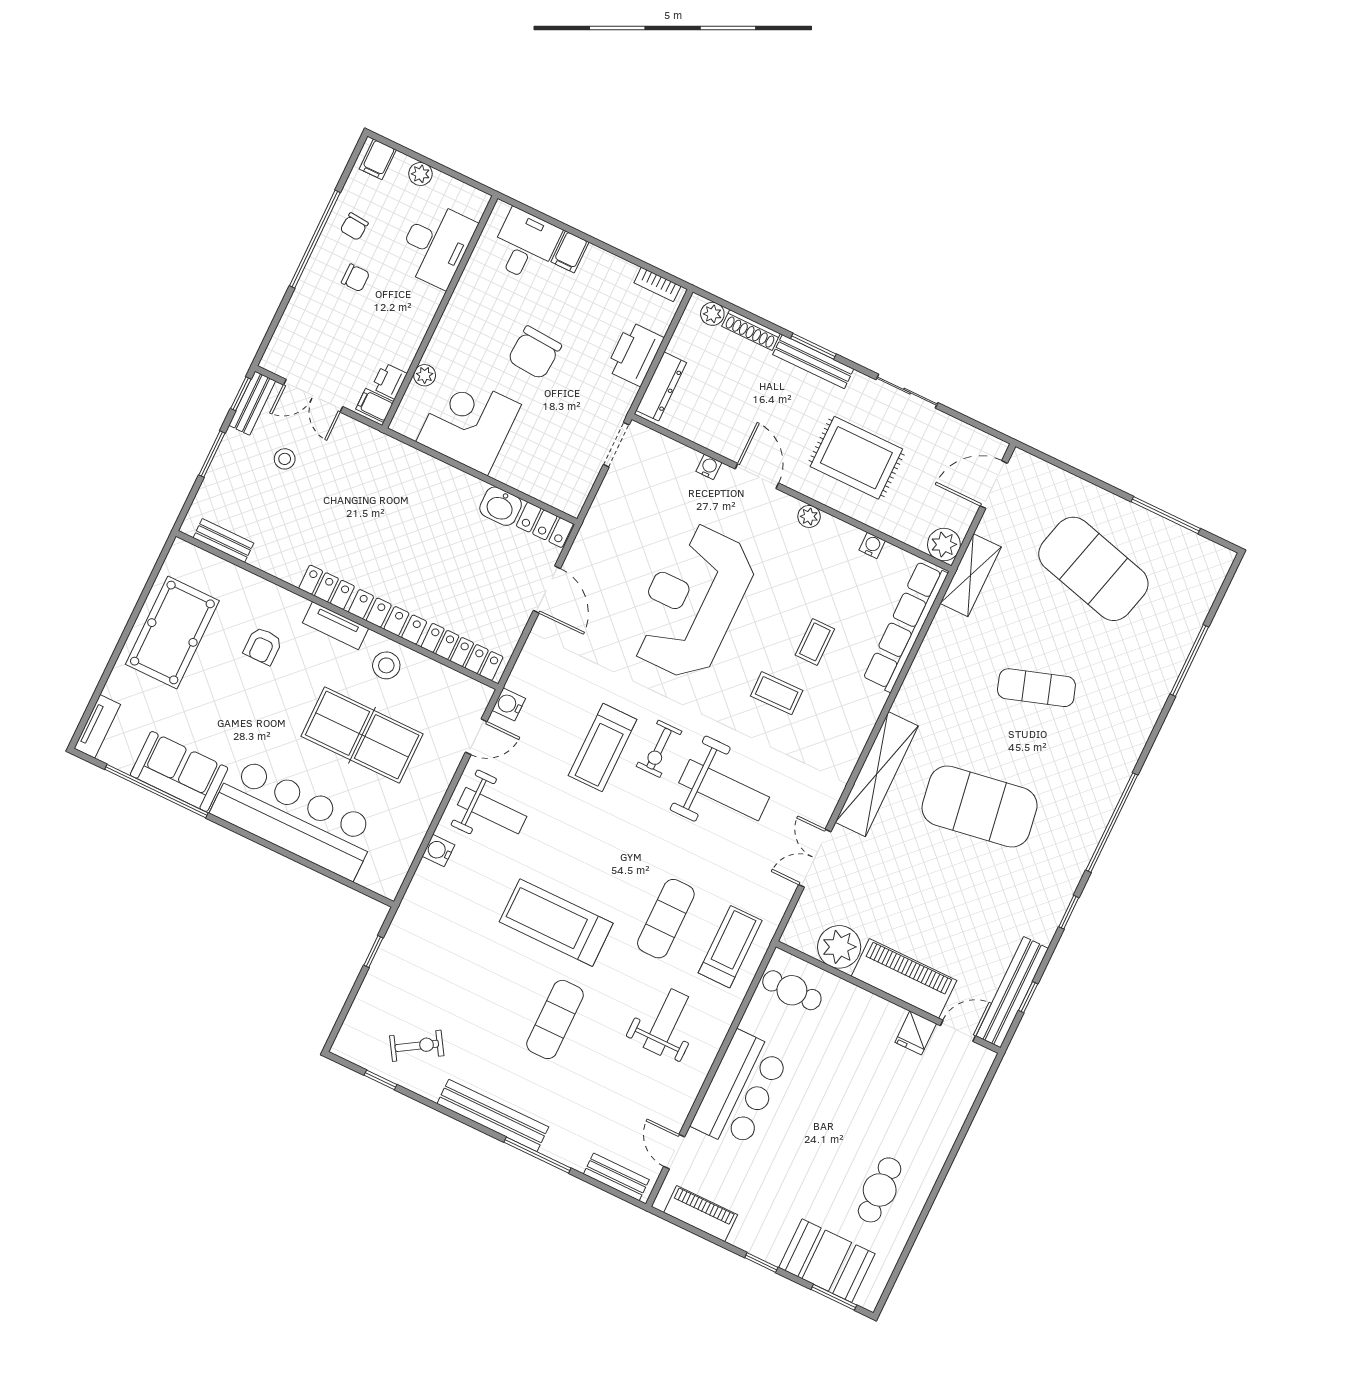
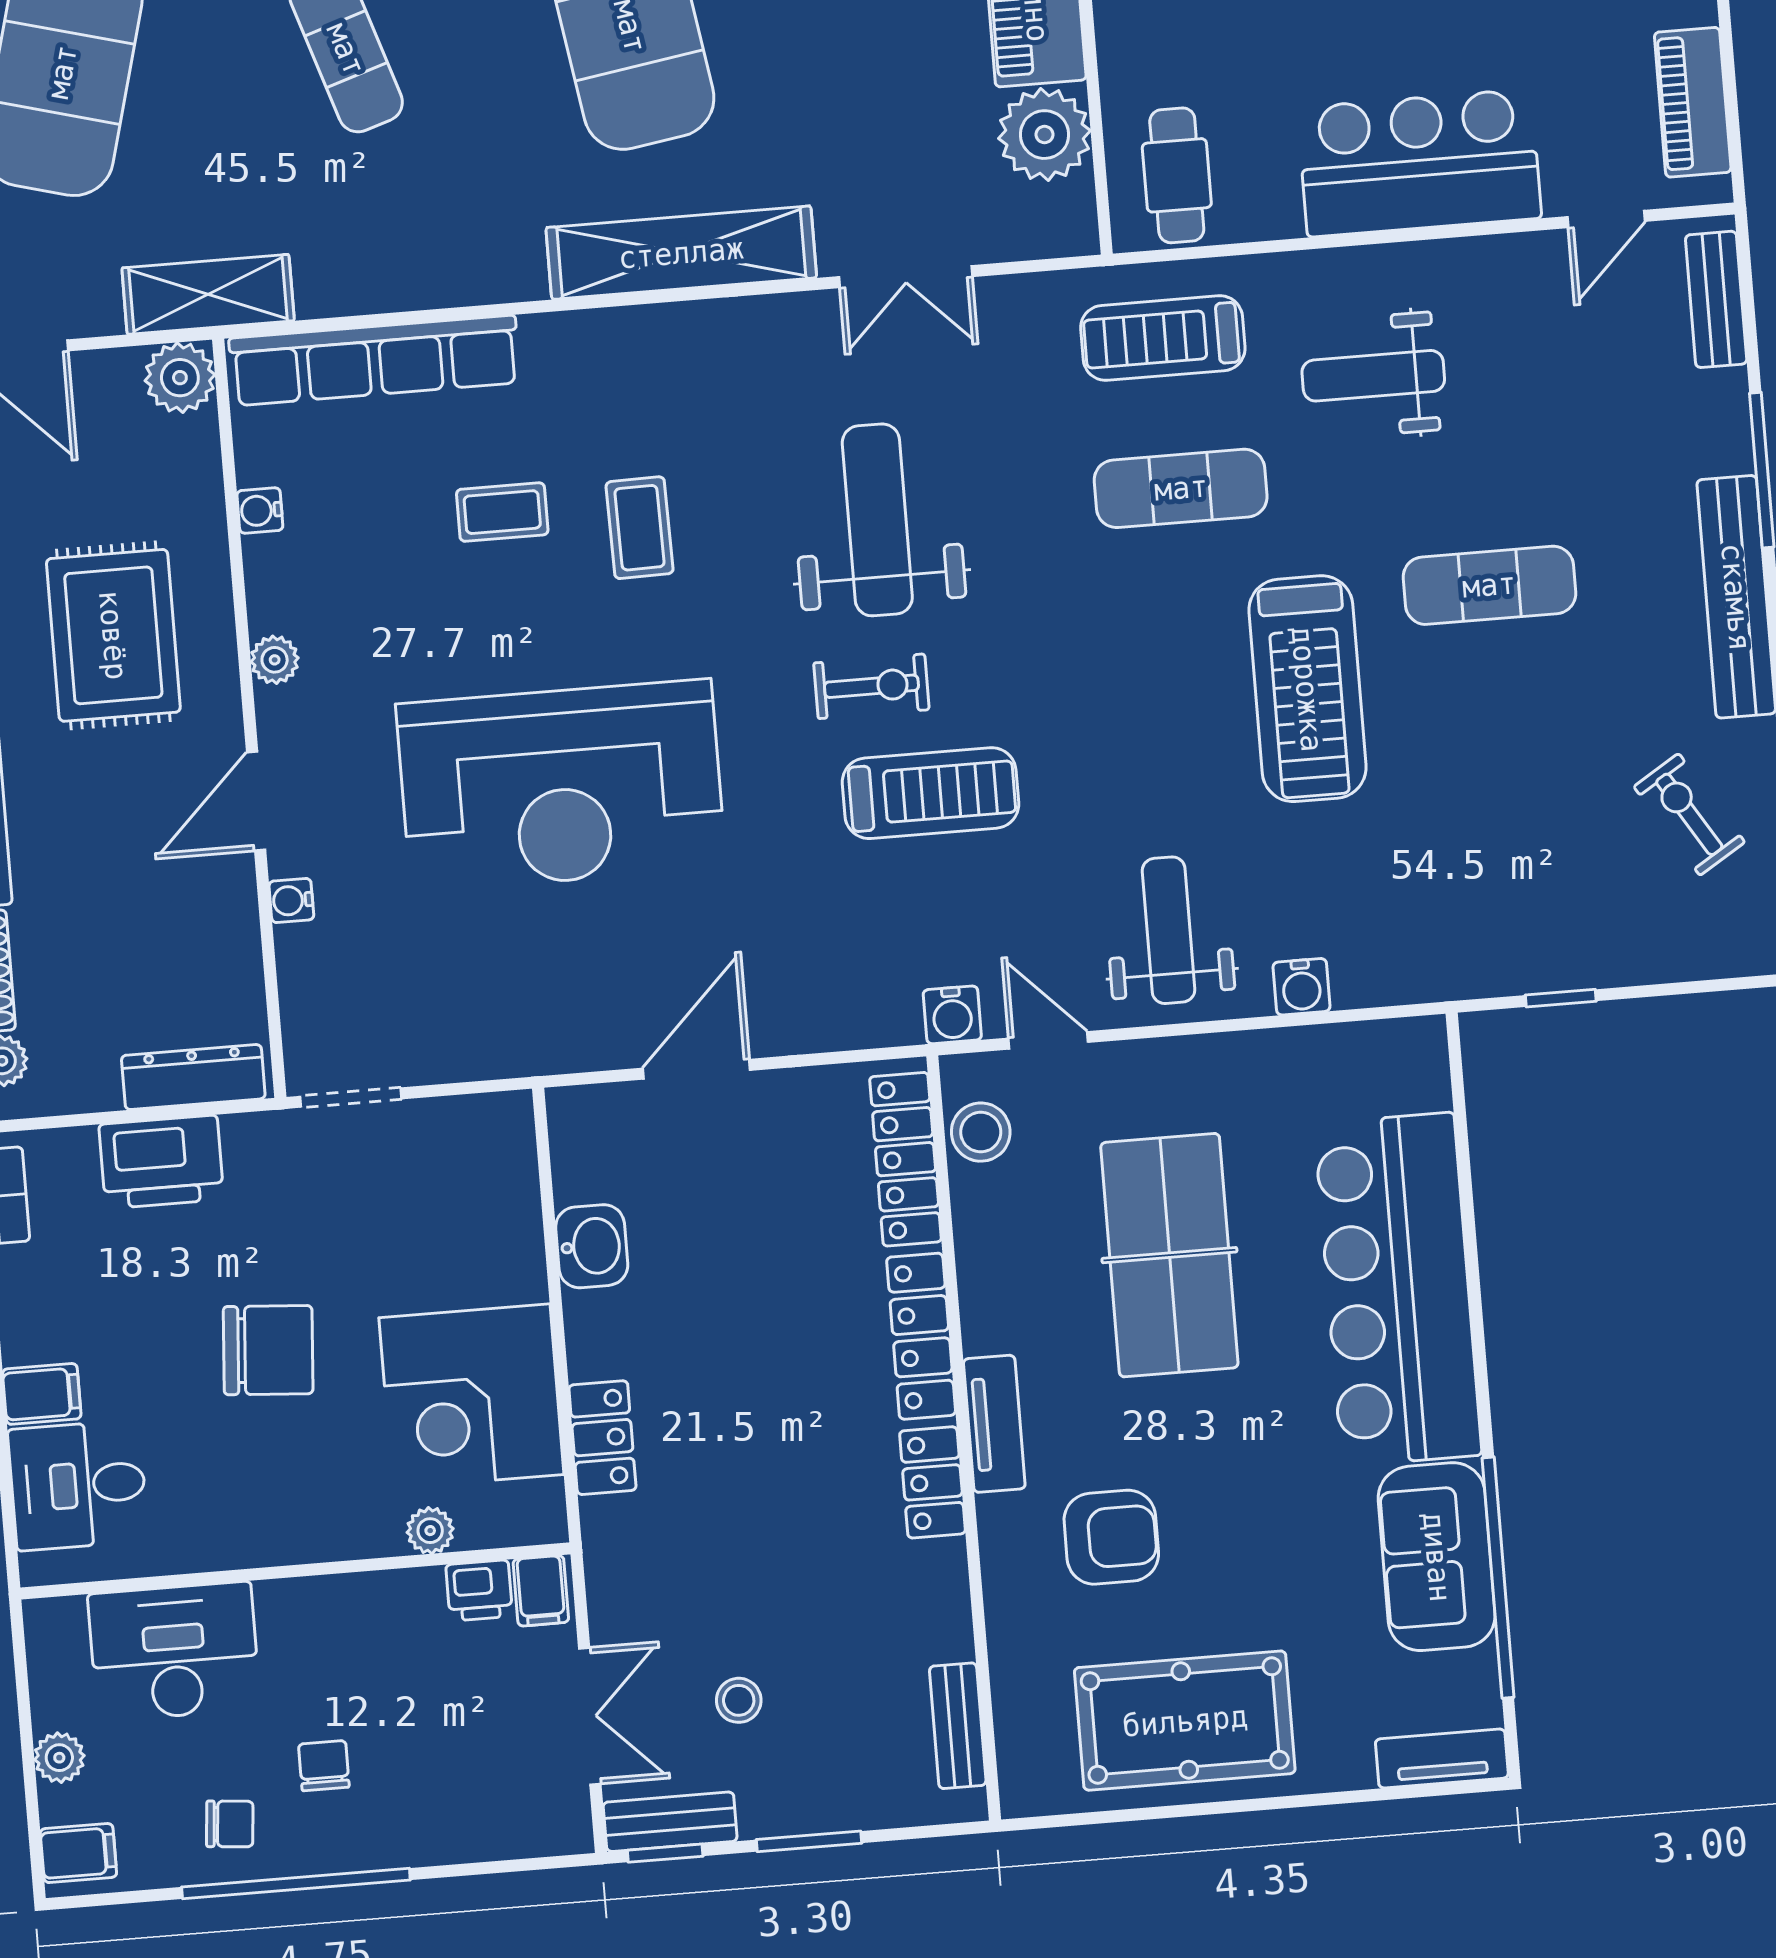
locker: (545, 525) -> (602, 1438), moved
armchair: (263, 646) -> (1111, 1537), width x1.38, depth x1.38
stool: (386, 665) -> (981, 1132), moved

